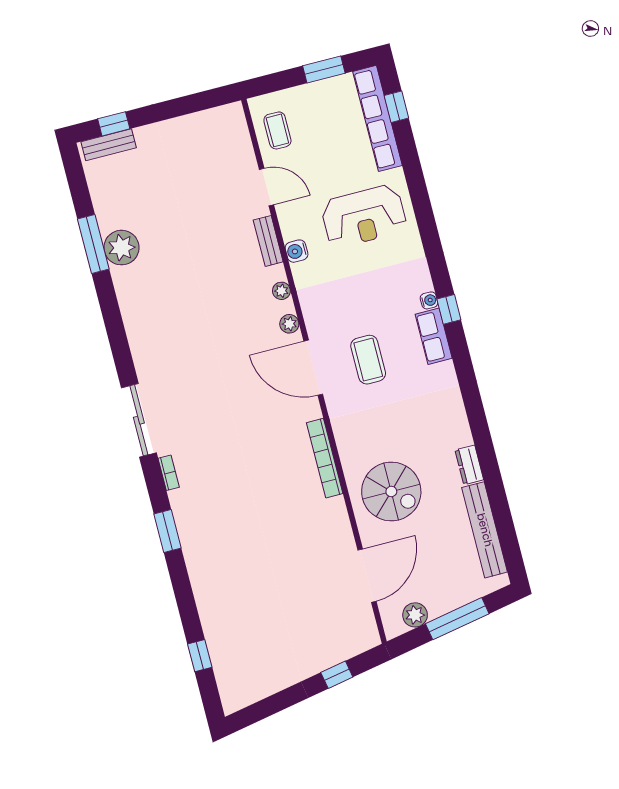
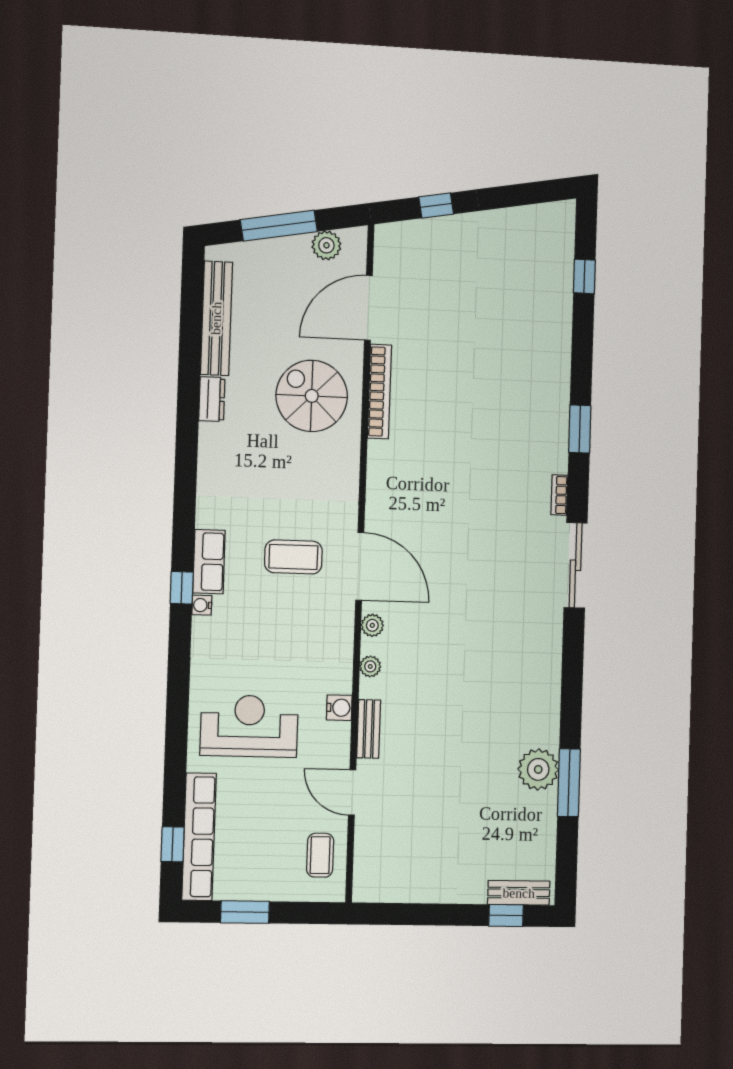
coffee table: (368, 360) -> (293, 557), turned 90
bookcase: (325, 458) -> (379, 392), moved

